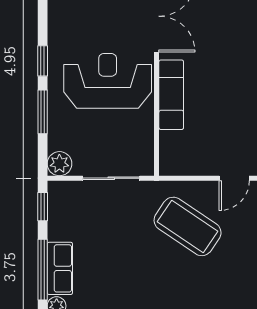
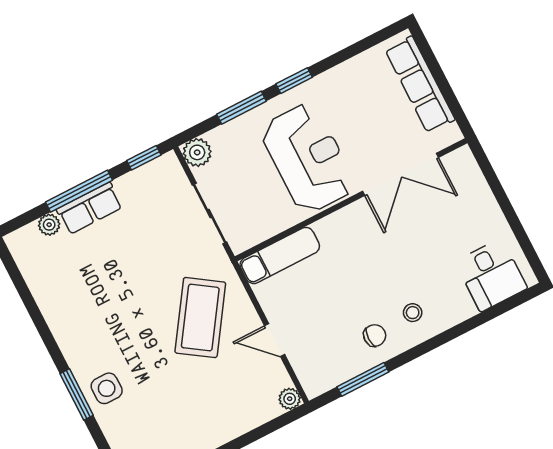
exam couch: (171, 95) -> (280, 255), moved

